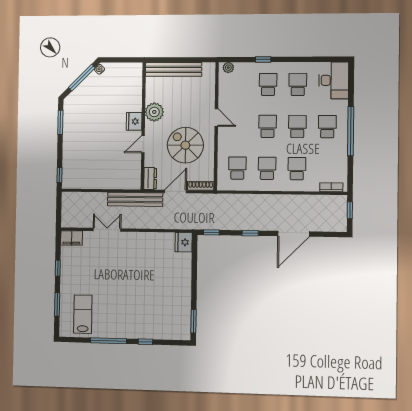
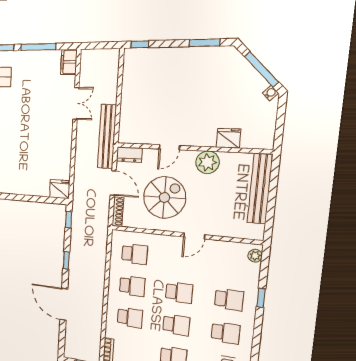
fridge: (134, 121) -> (228, 138), moved
door: (143, 144) -> (169, 147), swing flipped
window: (58, 268) -> (38, 47), width x2.17

